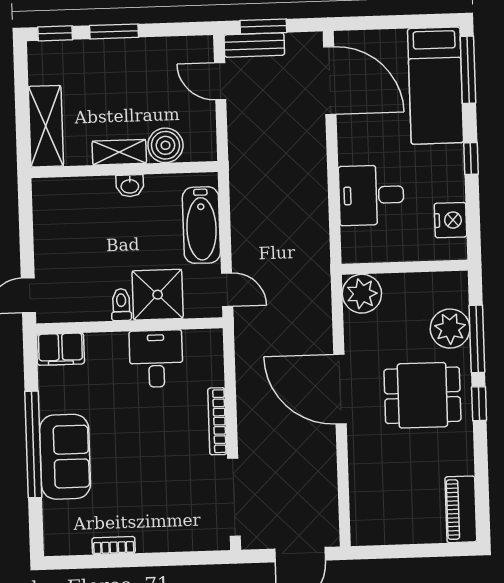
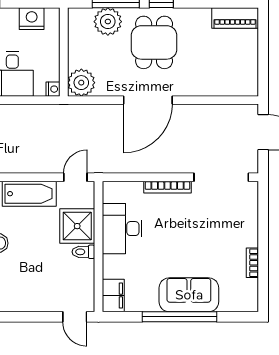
nightstand: (351, 254) -> (53, 89), added
desk: (156, 359) -> (122, 229), width x1.37

